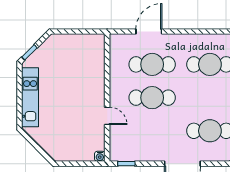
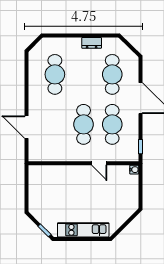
cafe table: (152, 64) -> (112, 124), moved
door: (107, 116) -> (99, 163), swing flipped

